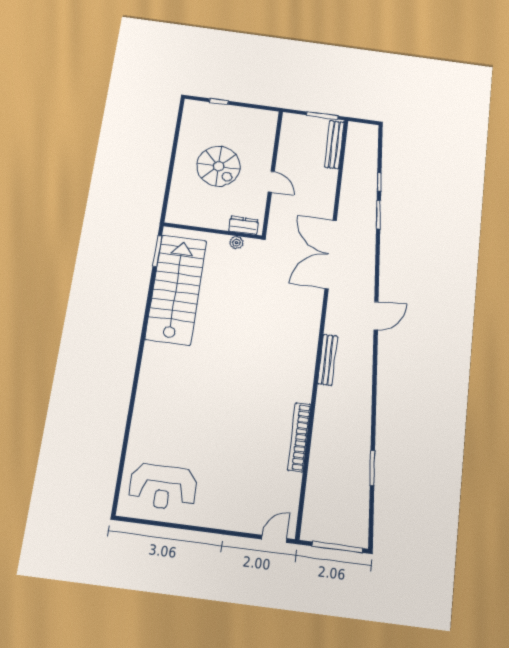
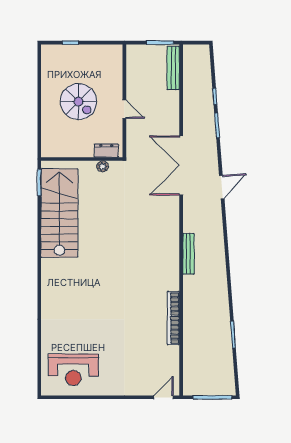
door: (376, 316) -> (222, 187), moved

